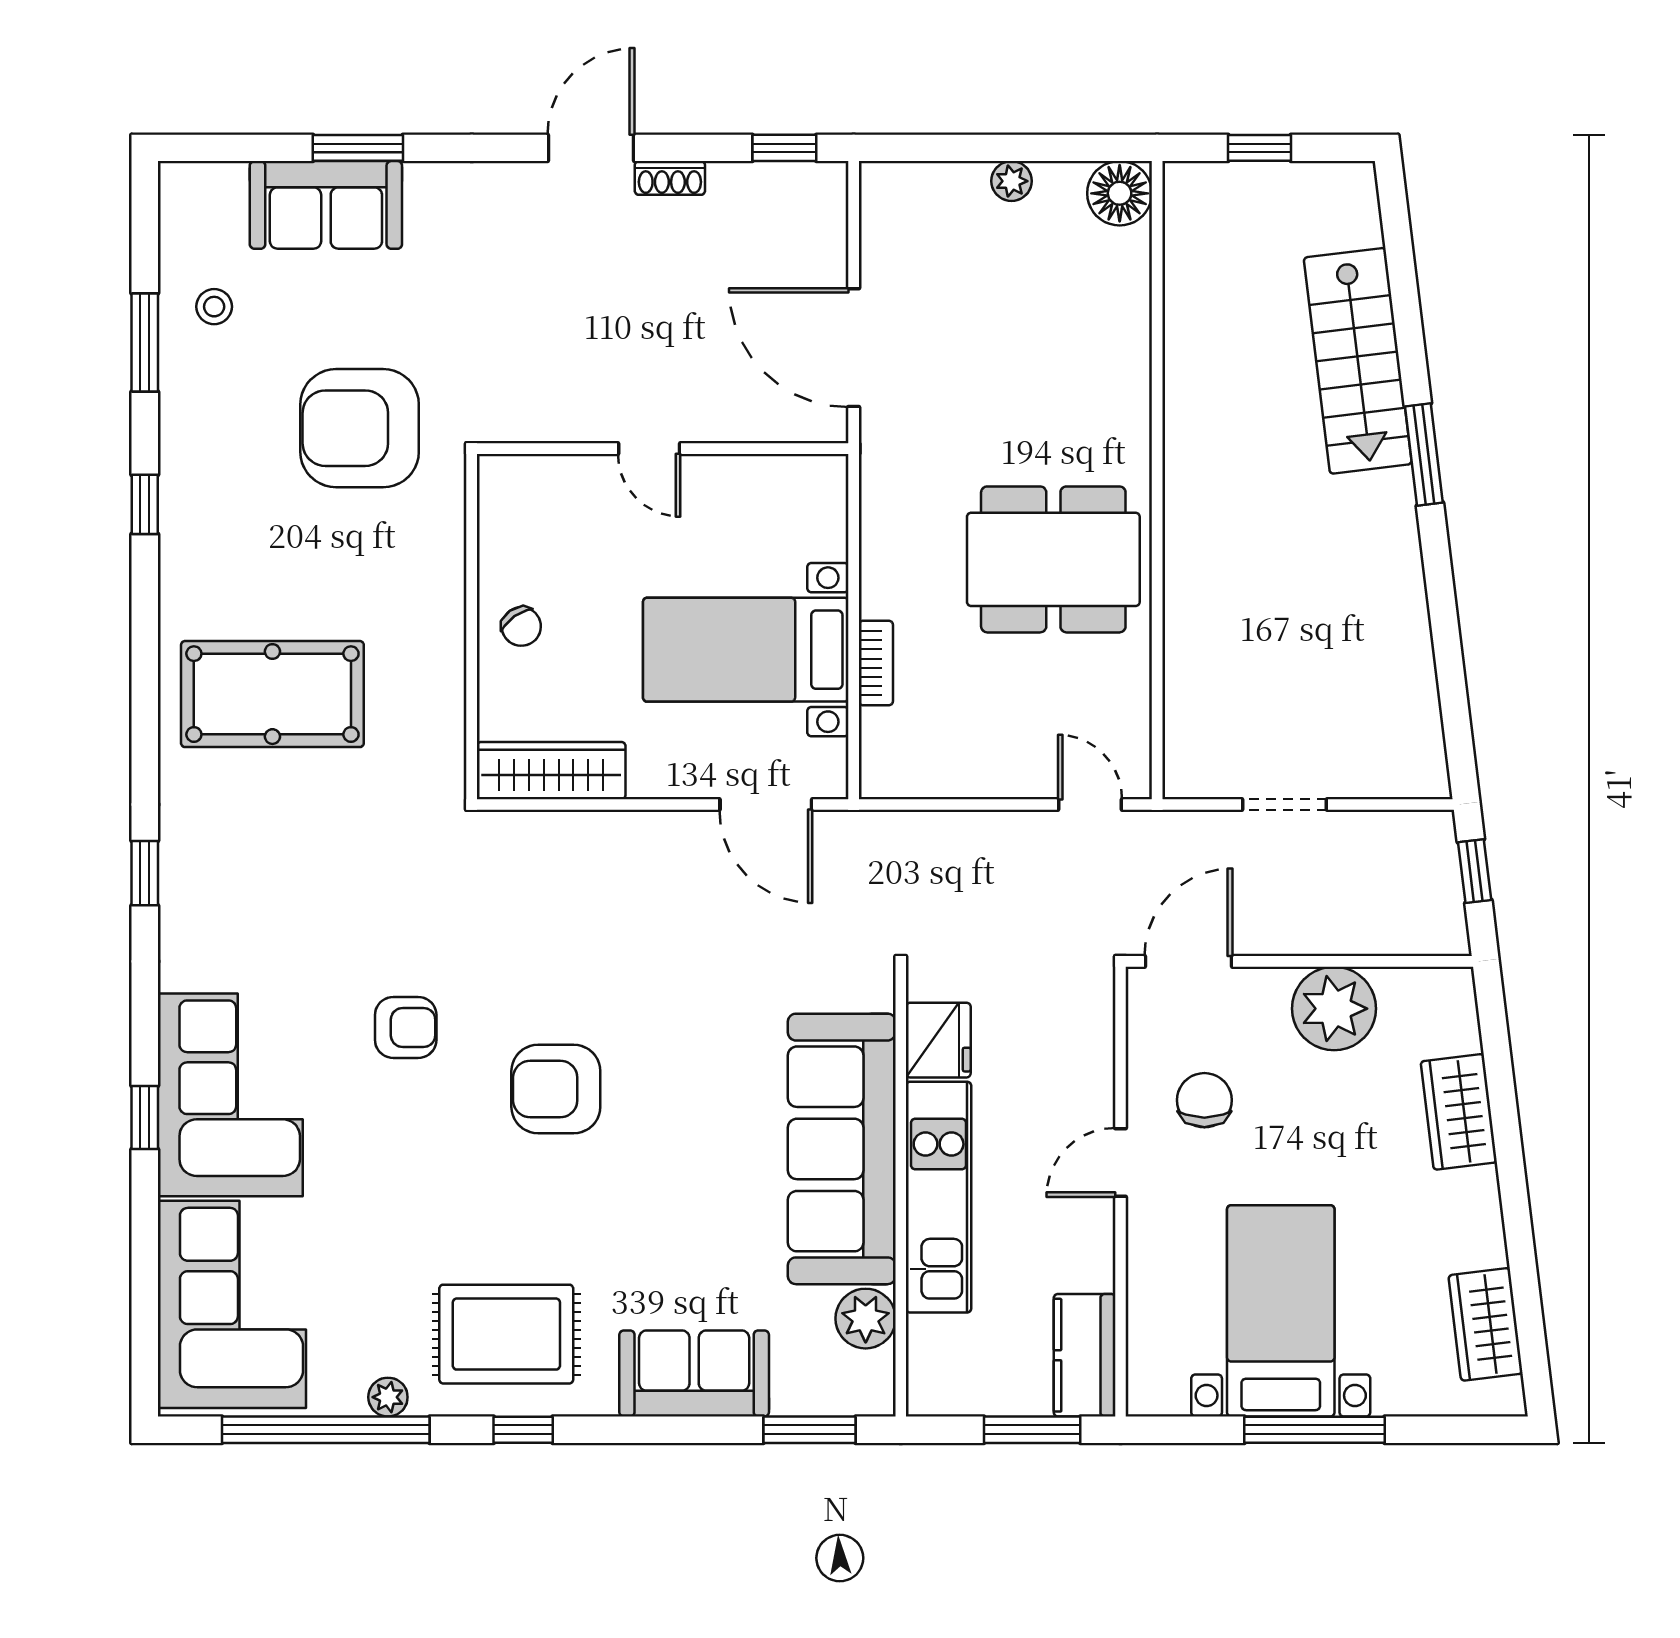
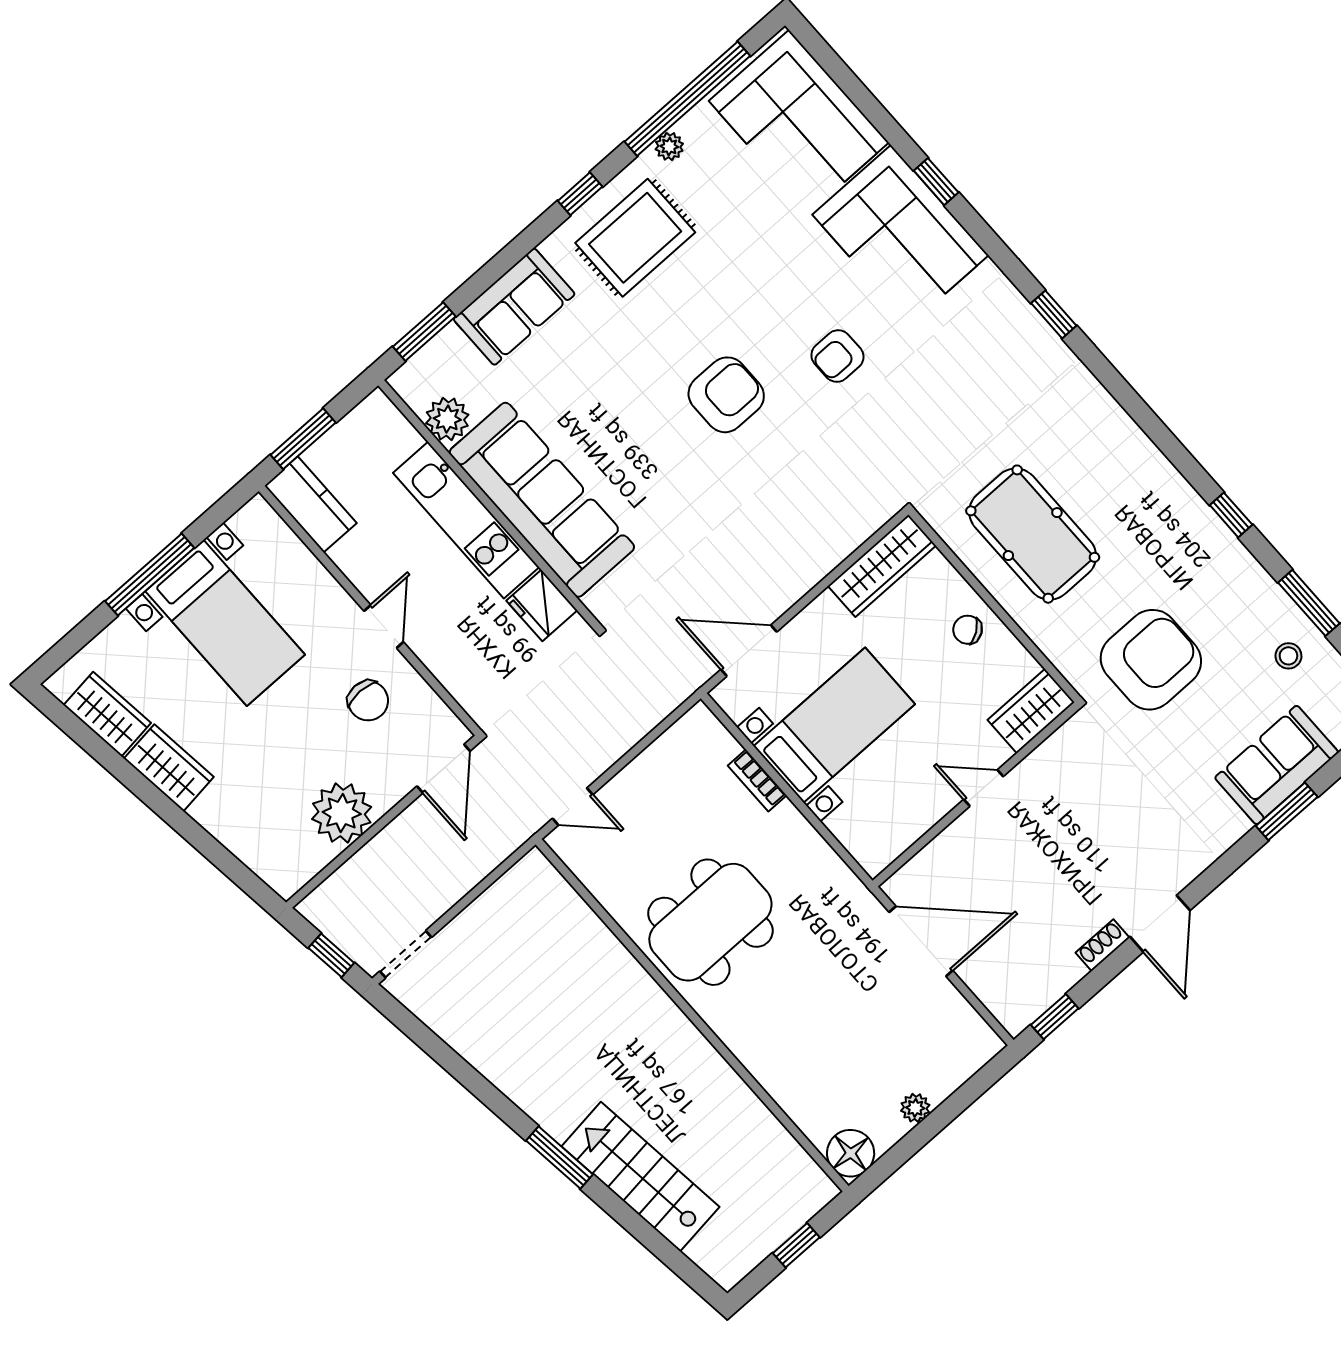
wardrobe: (530, 485) -> (1031, 711), added
pool table: (272, 694) -> (1033, 534), moved, turned 90
doorway: (1284, 804) -> (406, 954), moved
wardrobe: (1459, 1112) -> (169, 768), moved

